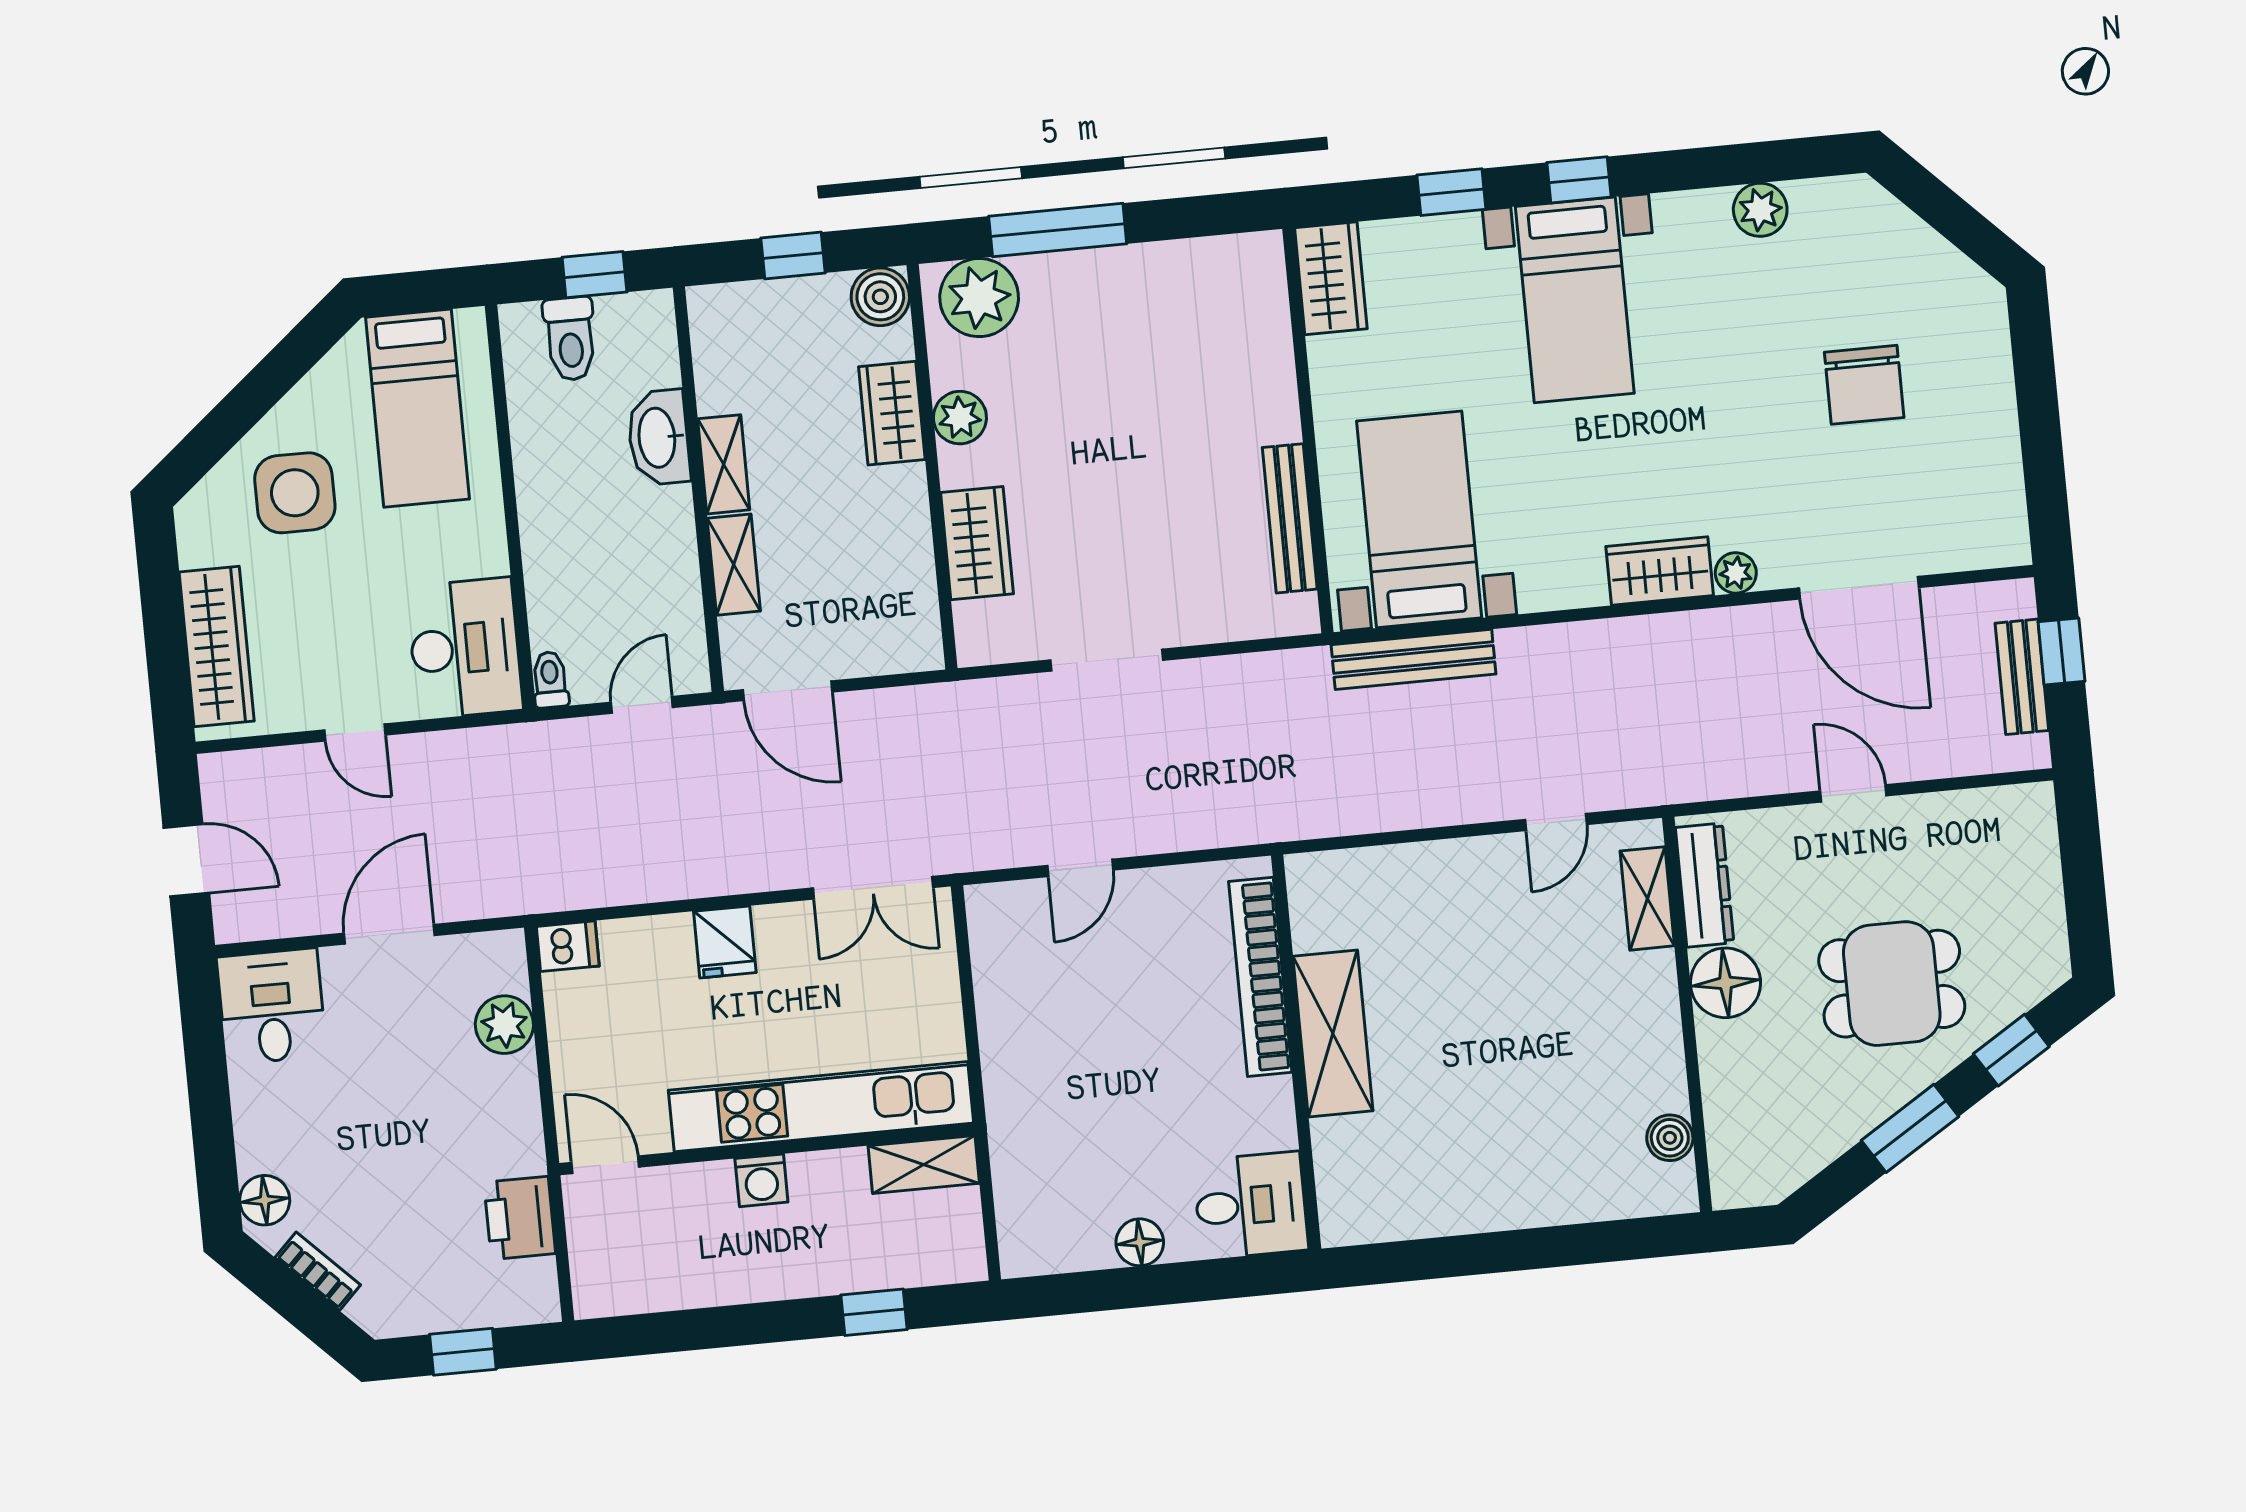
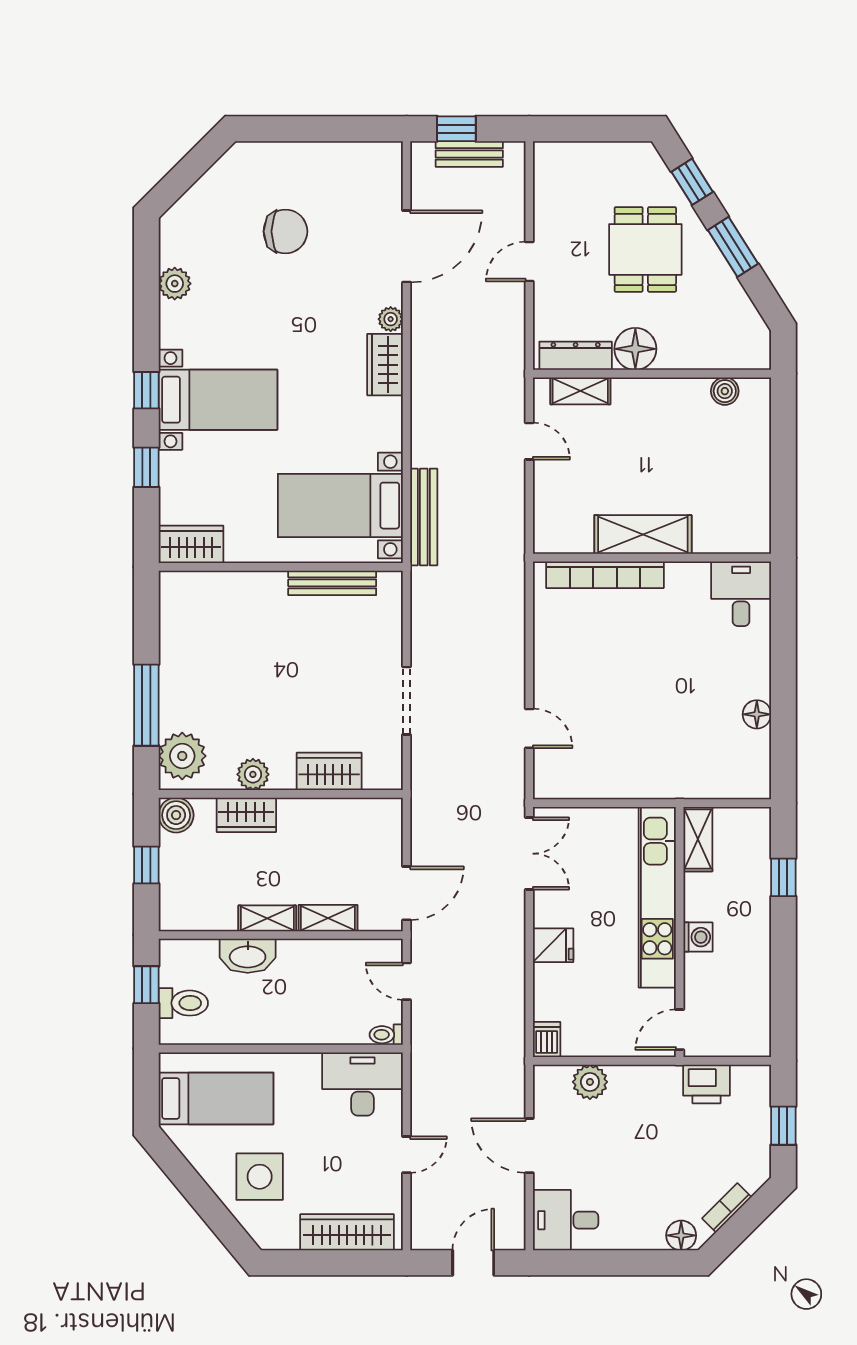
bookcase: (1260, 977) -> (605, 575), moved
shelving: (1333, 1033) -> (643, 535), moved
wall: (1296, 1052) -> (652, 558), moved
desk: (1251, 1205) -> (741, 594), moved

